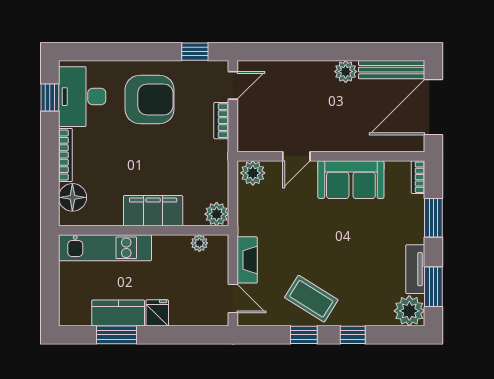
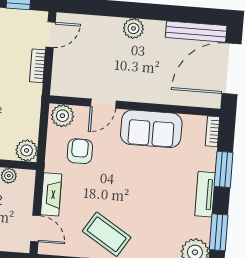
plant: (346, 72) -> (133, 28), moved
armchair: (275, 210) -> (80, 151), added
tv unit: (415, 269) -> (205, 194), moved

